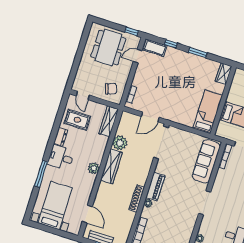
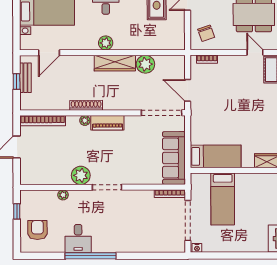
wardrobe: (109, 121) -> (167, 43), removed
sofa: (206, 161) -> (174, 158), moved, turned -90
plant: (189, 220) -> (81, 175), added

